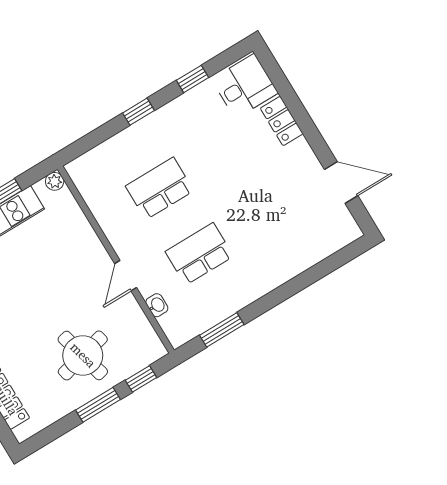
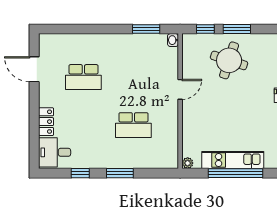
window: (139, 112) -> (120, 173), width x1.50
school desk: (199, 254) -> (83, 77), moved
washbasin: (157, 305) -> (173, 40), moved
round table: (83, 355) -> (229, 60), turned 32

